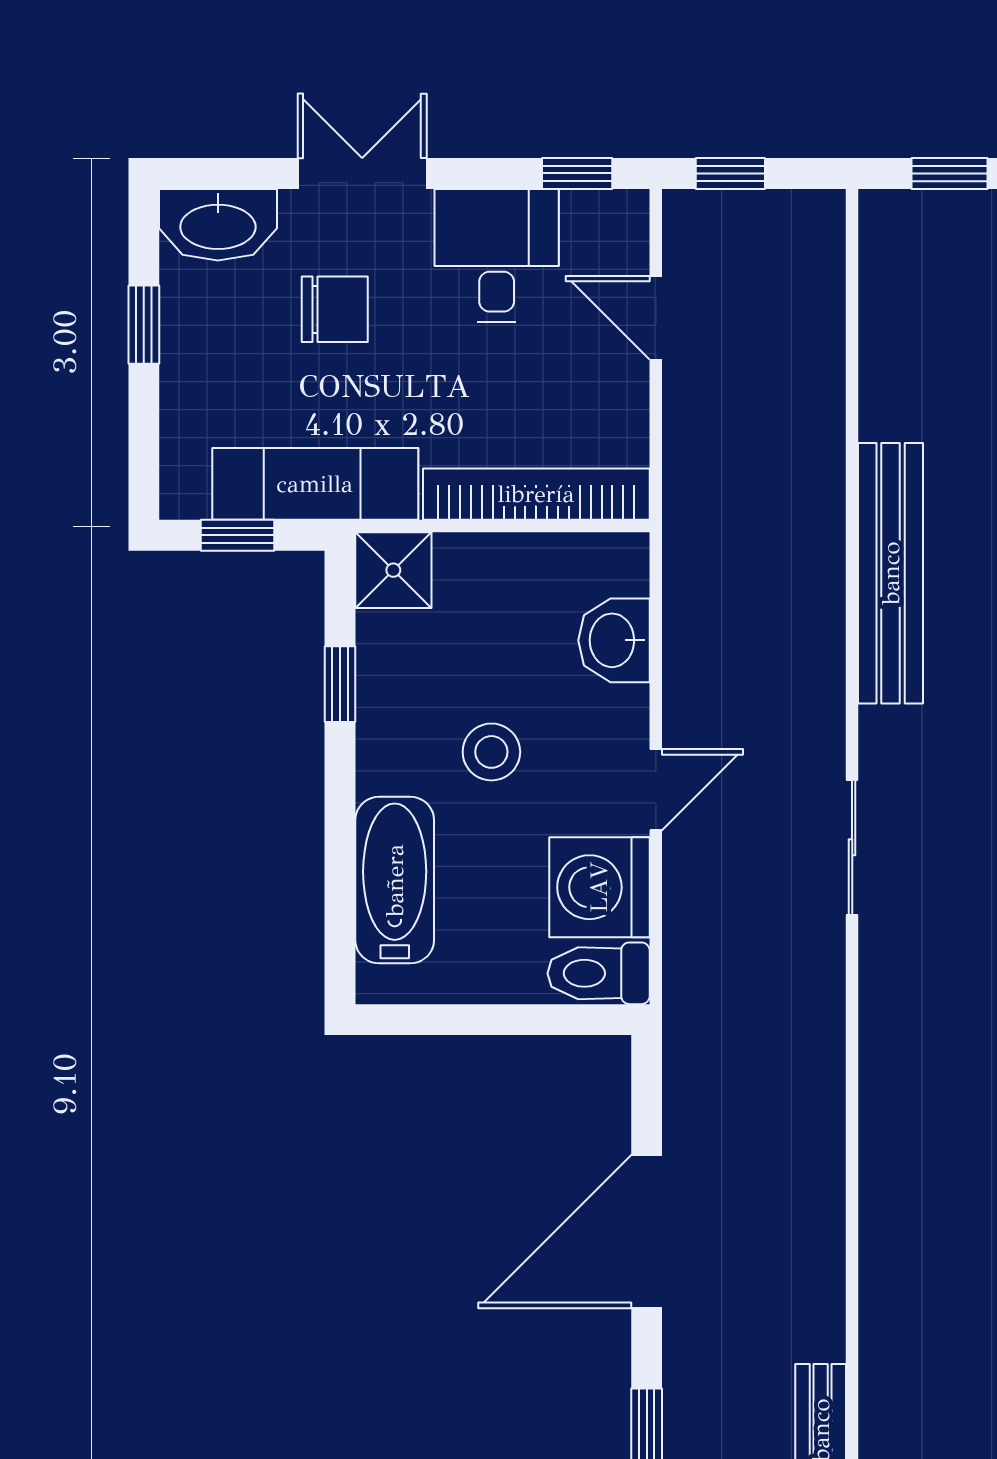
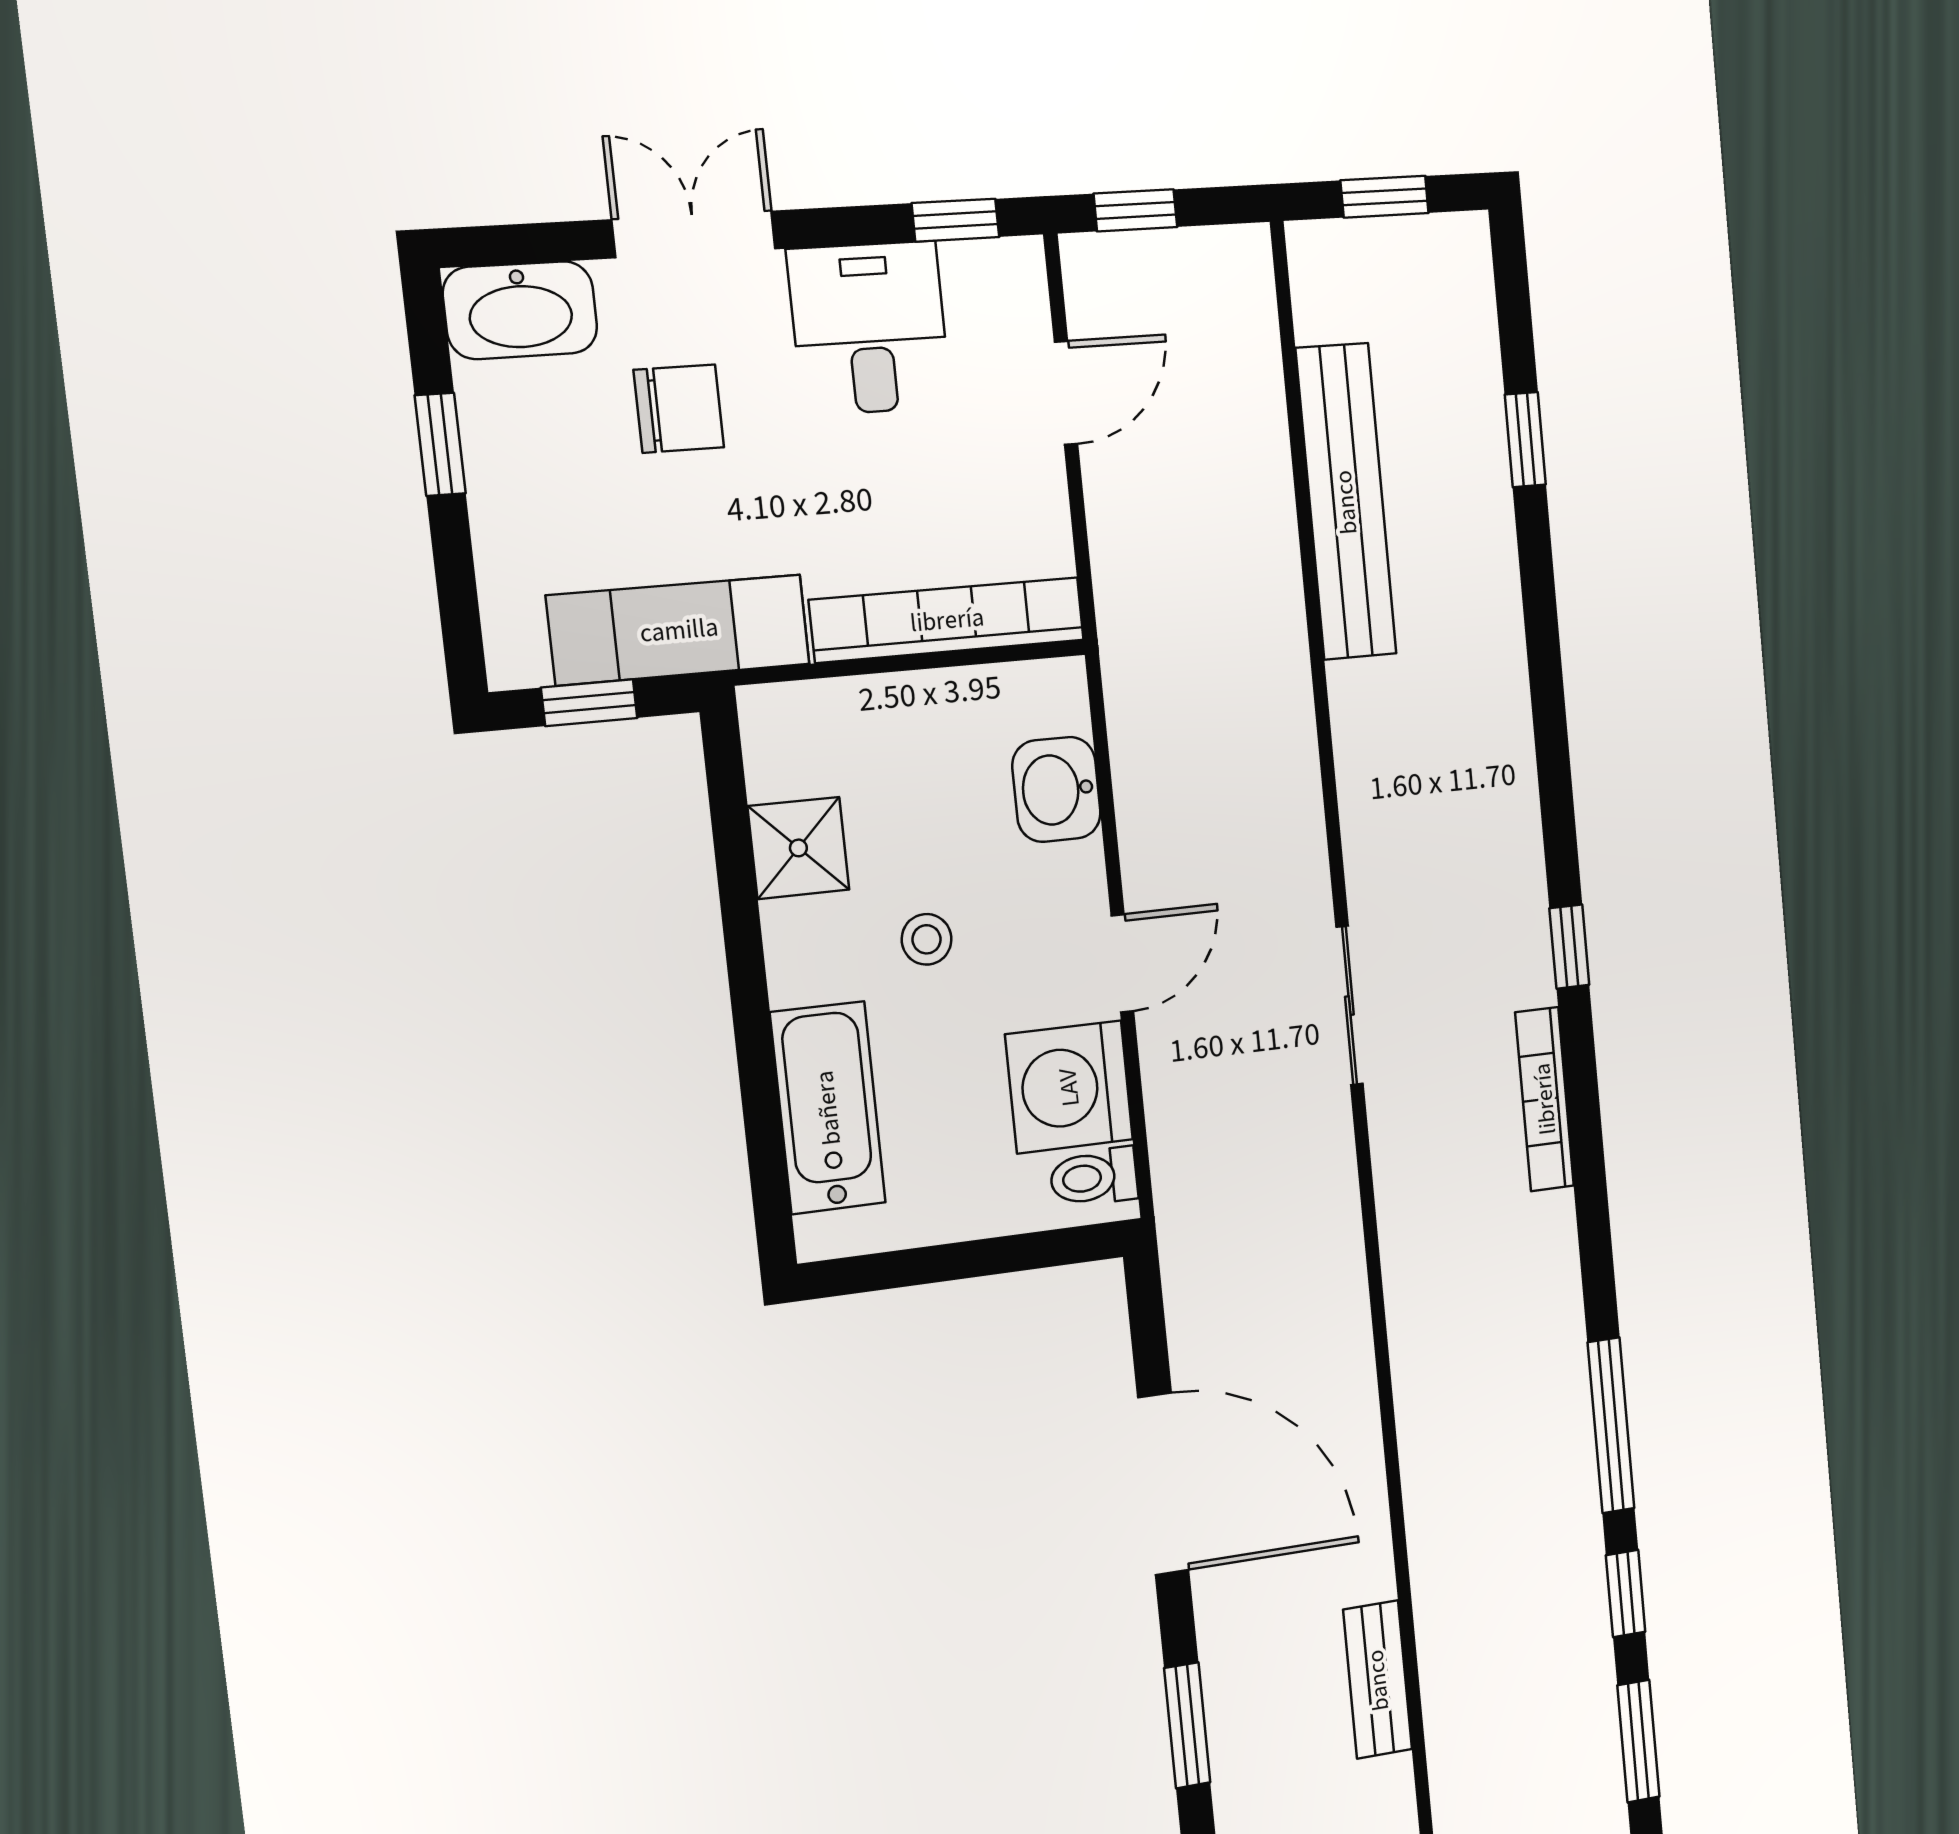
door: (656, 318) -> (1066, 393), swing flipped
shower: (393, 570) -> (798, 848), moved
bench: (891, 573) -> (1346, 502), moved
window: (340, 684) -> (736, 876), removed
stool: (491, 752) -> (927, 939), width x0.73, depth x0.73
toilet: (599, 973) -> (1094, 1177), width x0.73, depth x0.72
door: (647, 1232) -> (1163, 1484), swing flipped

